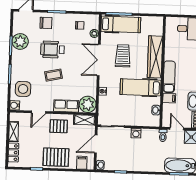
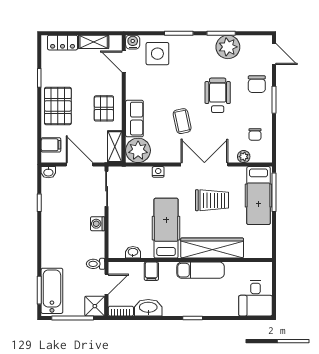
coffee table: (54, 75) -> (182, 121), moved
exam couch: (169, 77) -> (201, 270), moved
door: (39, 112) -> (124, 62), moved

